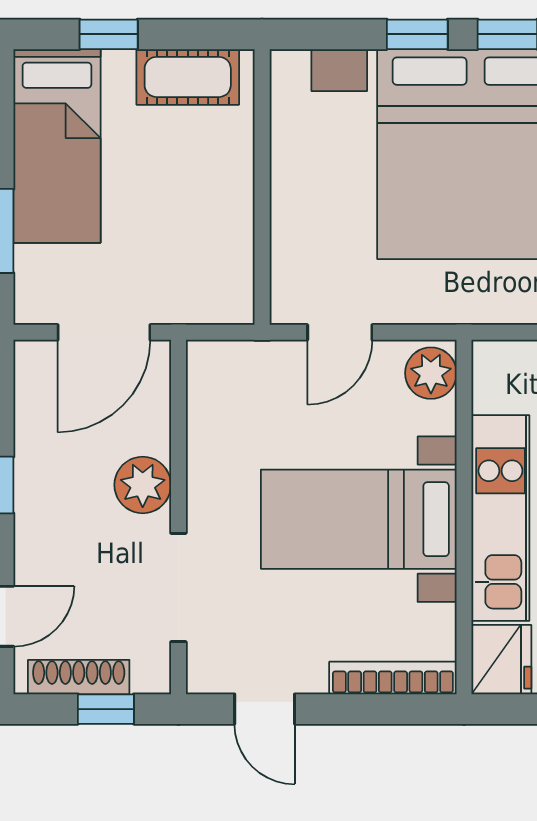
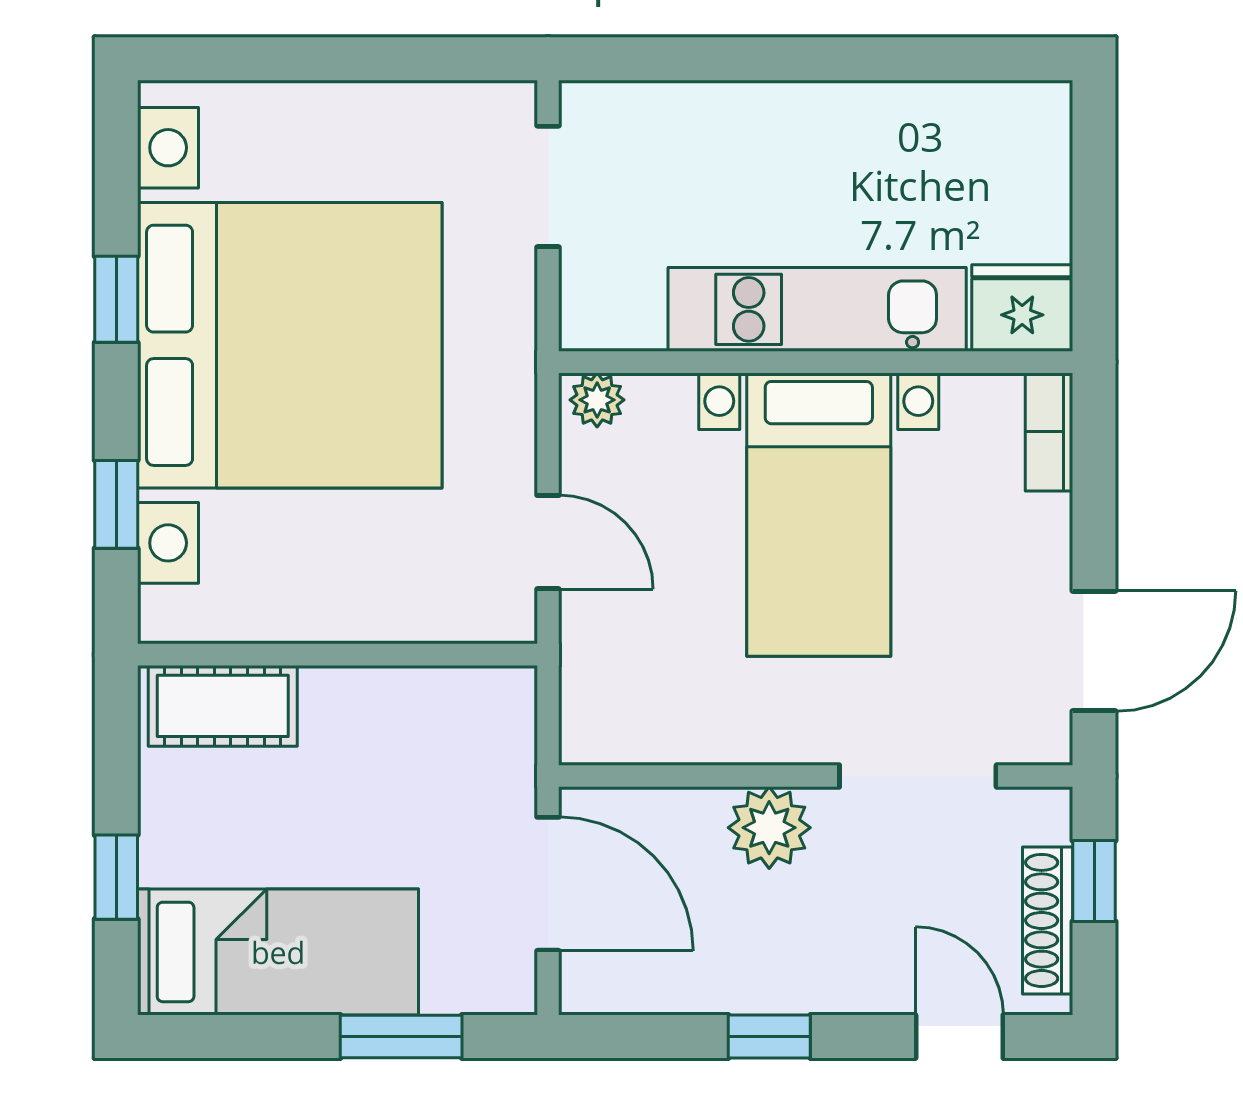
window: (417, 34) -> (116, 504), moved
cot: (188, 77) -> (223, 706), moved, turned 90
plant: (431, 373) -> (597, 400), width x0.73, depth x0.73
bookcase: (393, 678) -> (1049, 432), width x0.64
door: (265, 709) -> (1094, 651), width x1.38

